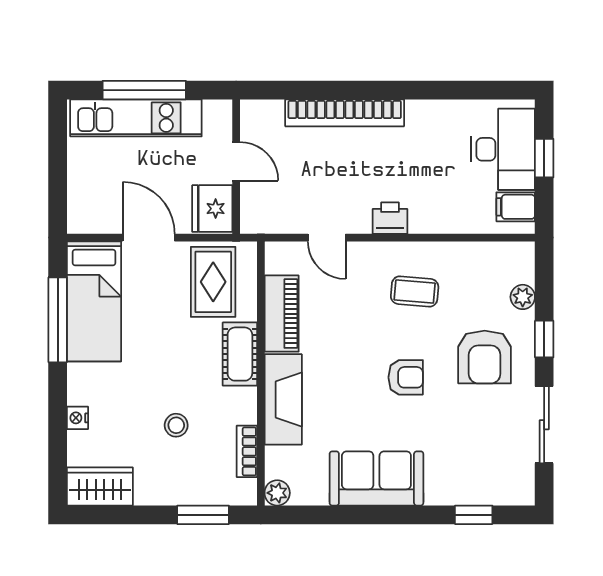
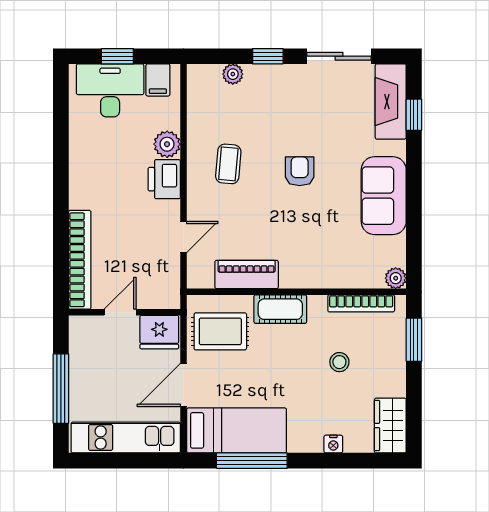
bookcase: (345, 113) -> (80, 260), moved
kitchen unit: (136, 118) -> (126, 437), moved, turned -90
printer: (390, 218) -> (164, 179), width x1.36, depth x1.24
plant: (438, 218) -> (167, 144), added
armchair: (485, 357) -> (283, 106), removed
fireplace: (283, 399) -> (391, 102), moved, turned -90
bookcase: (247, 451) -> (361, 303), width x1.56

